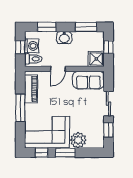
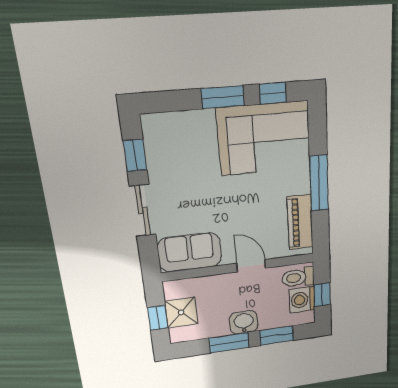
window: (86, 27) -> (229, 343), moved
shower: (96, 59) -> (181, 312), moved
door: (58, 69) -> (251, 266), hinge flipped
plant: (78, 140) -> (198, 127), removed

